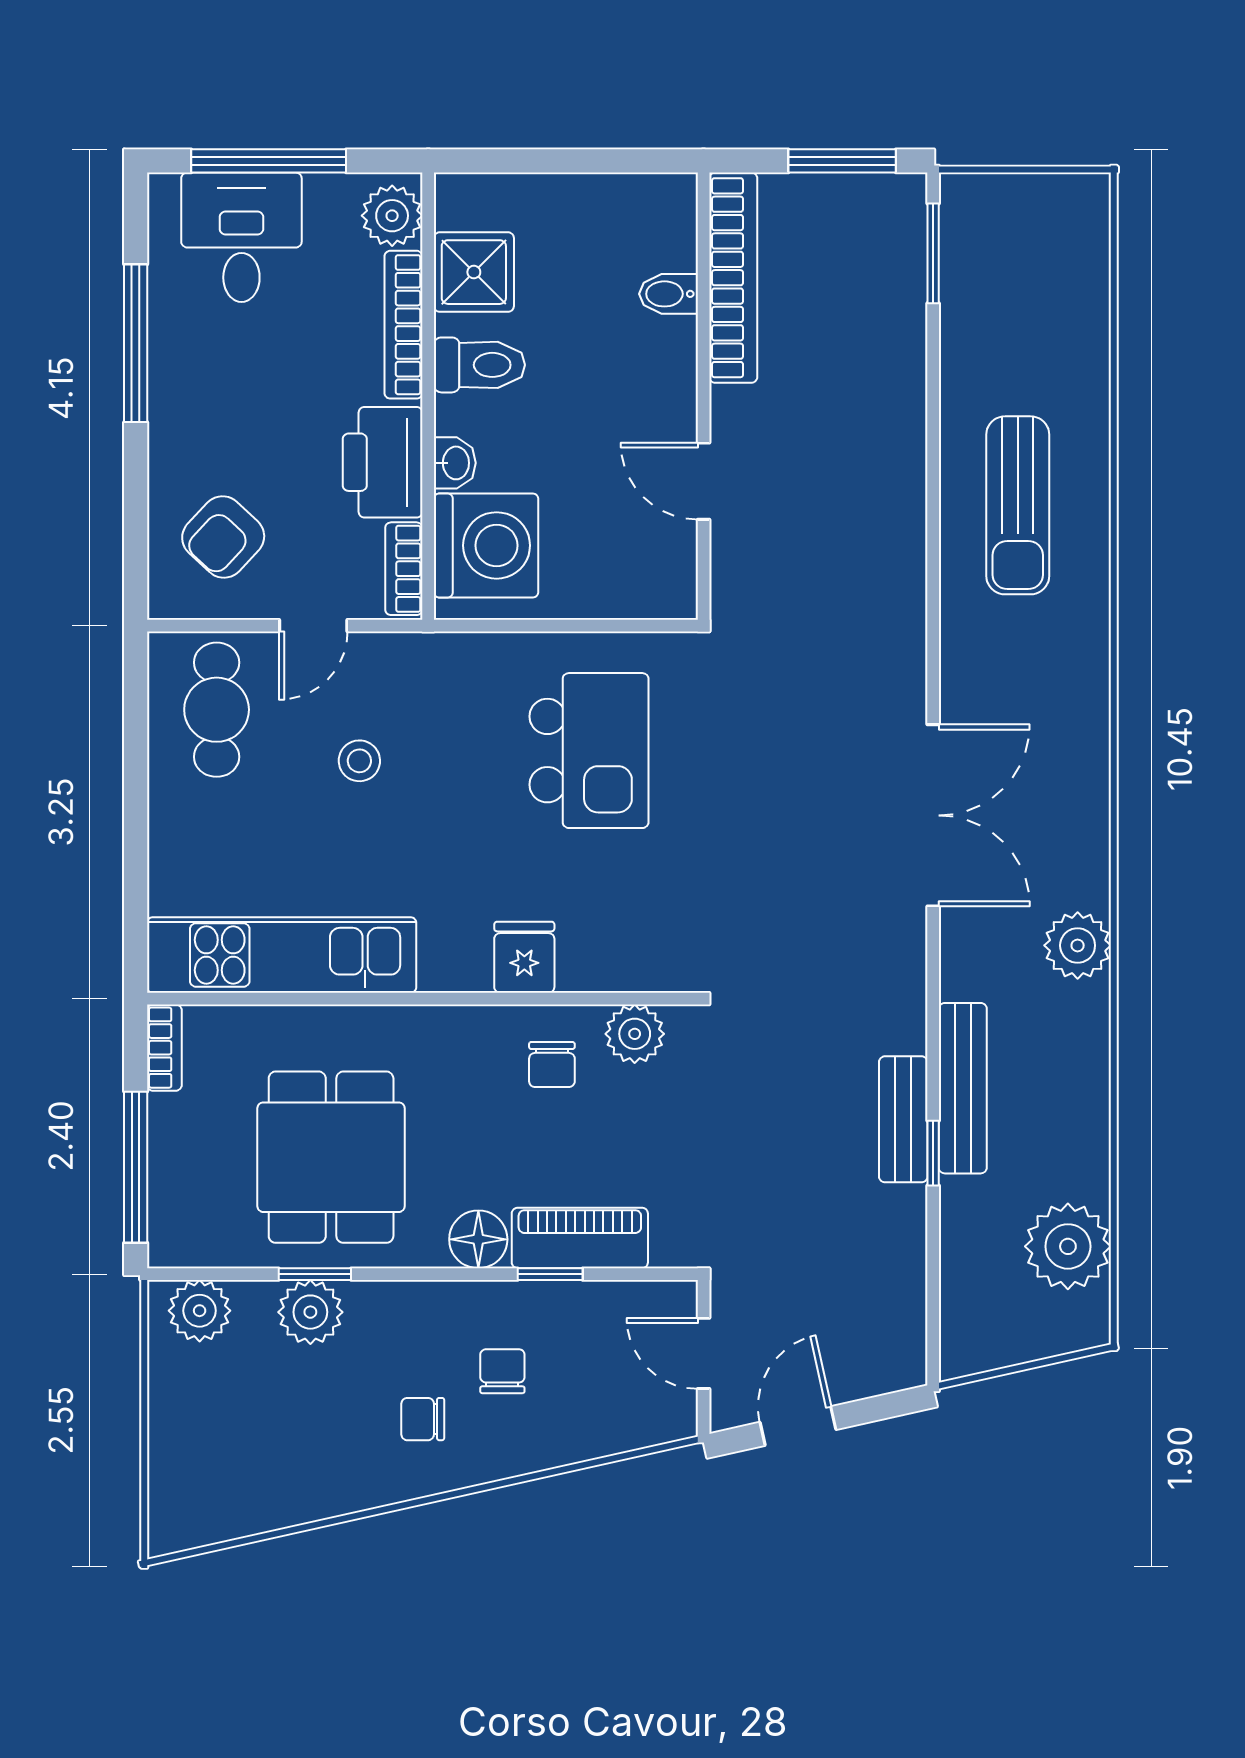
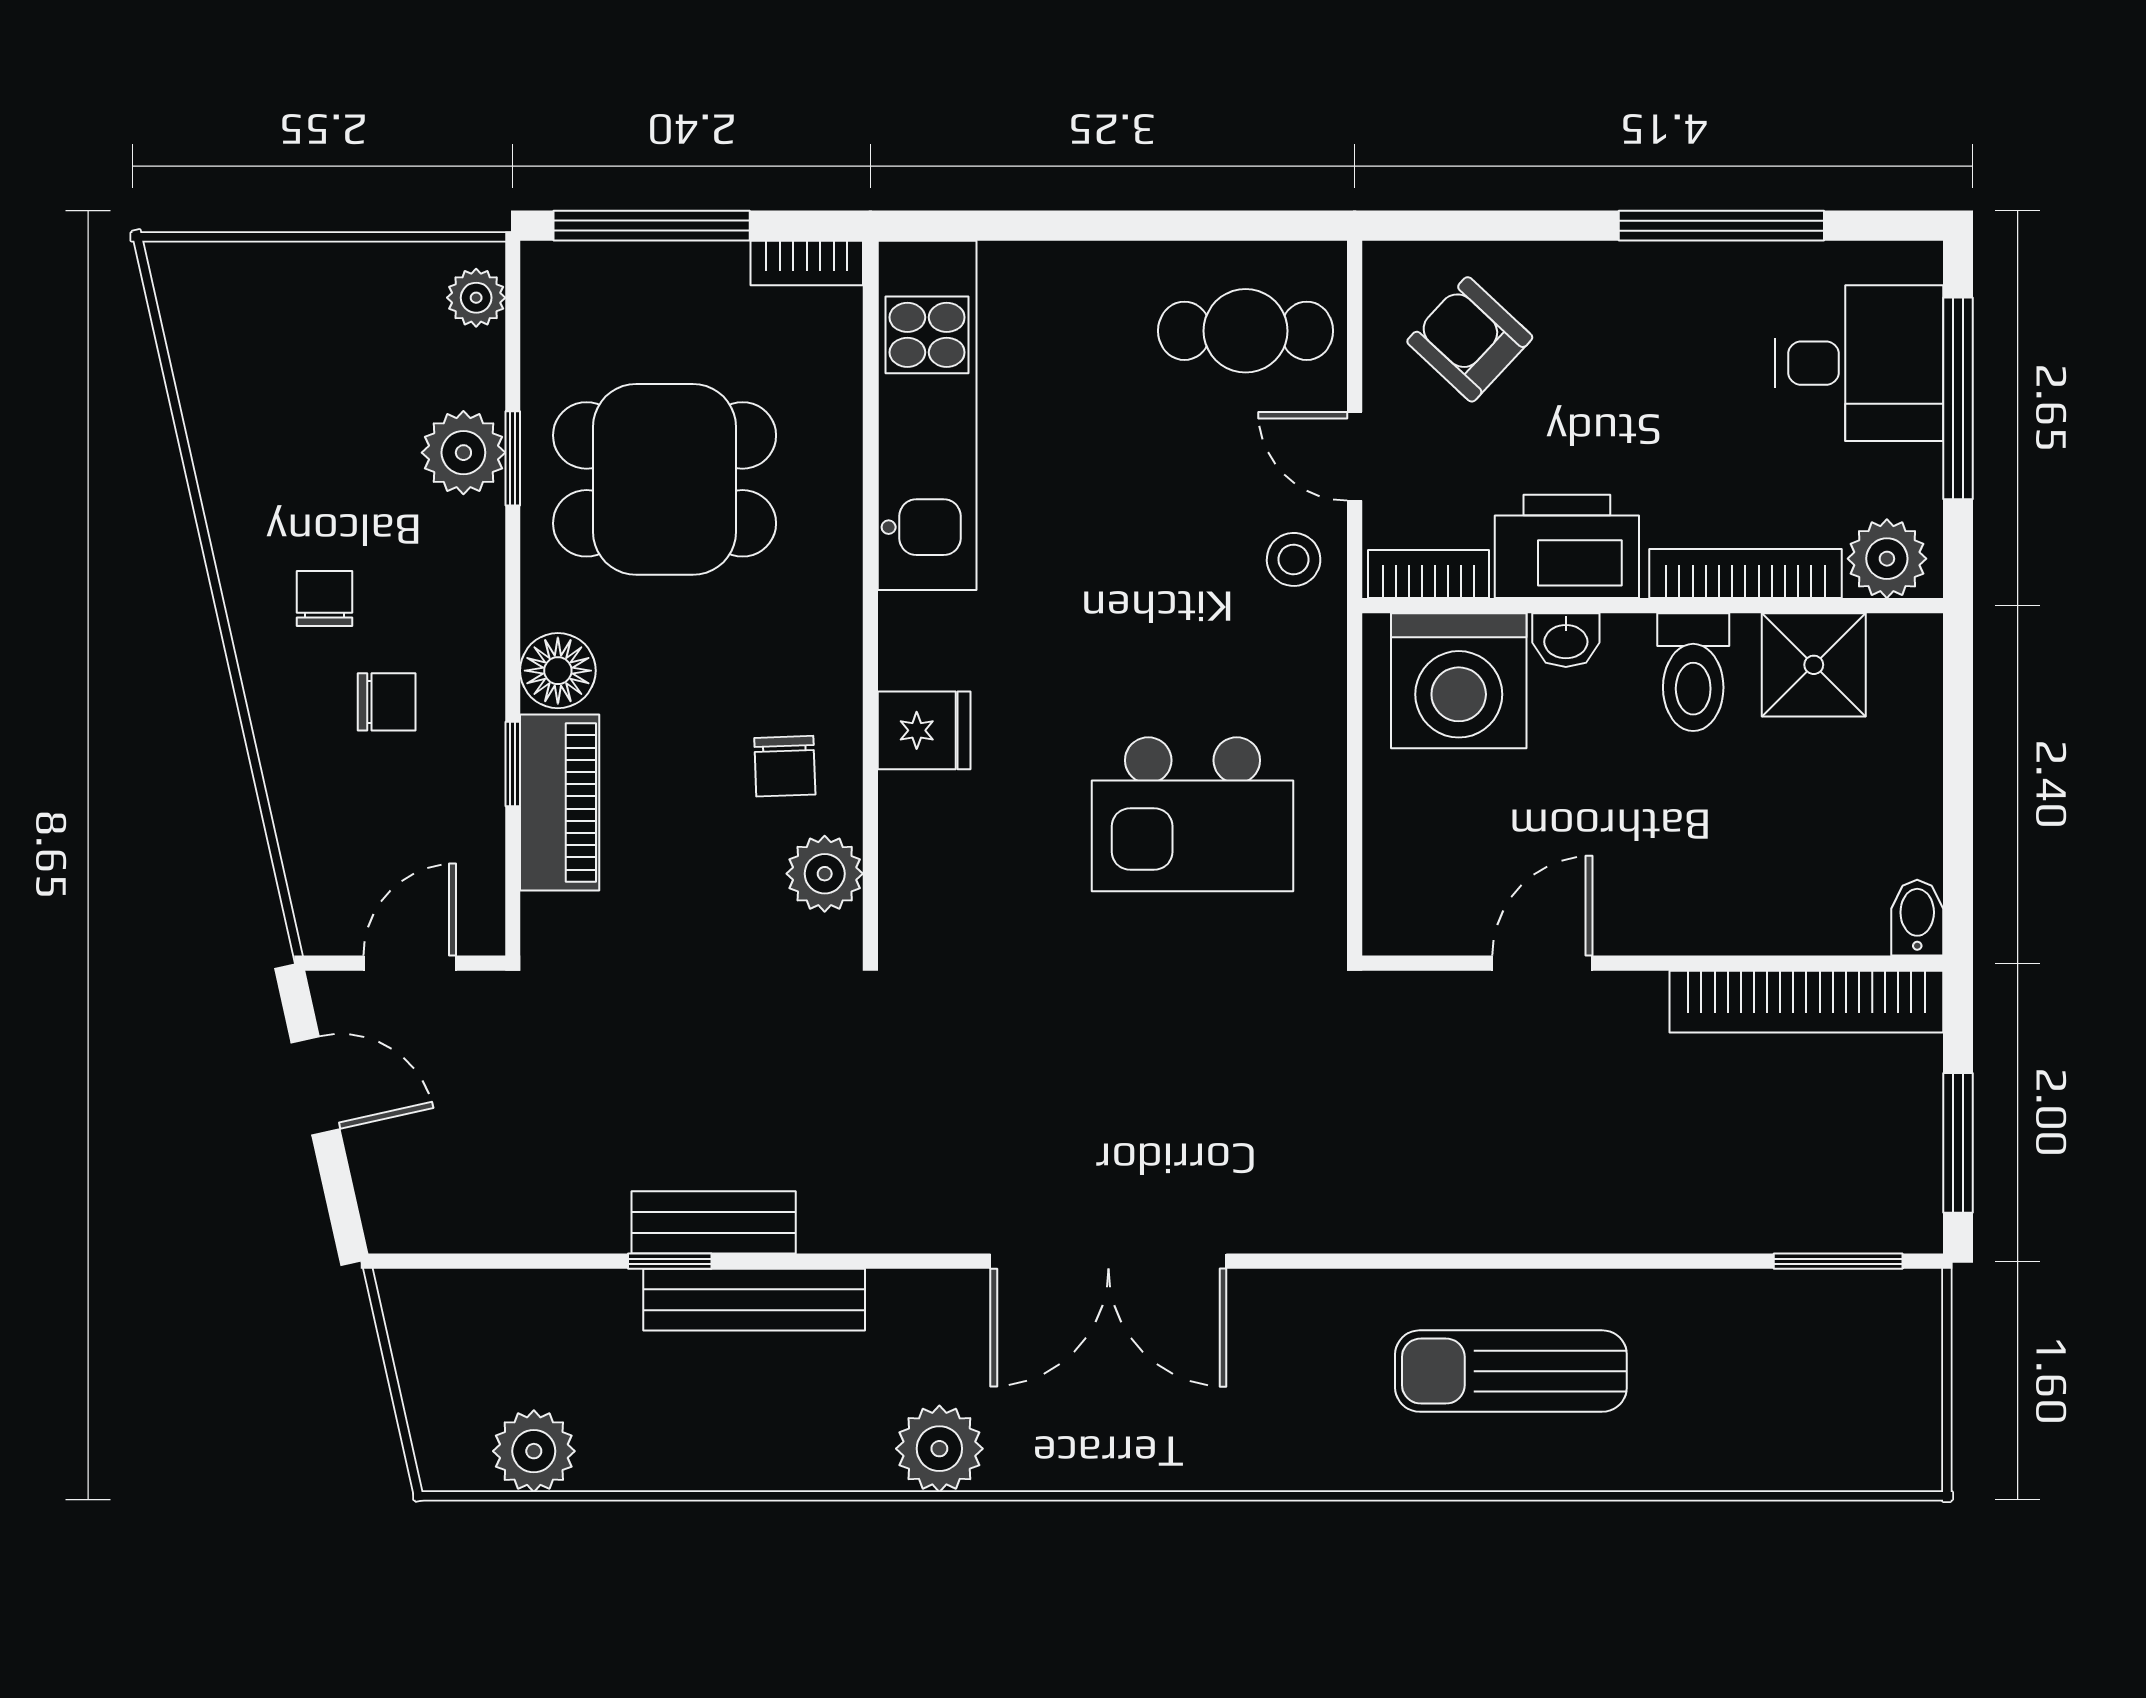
bidet: (669, 294) -> (1917, 918), moved
stool: (359, 761) -> (1294, 559), moved
chair: (552, 1065) -> (785, 766), turned -92
plant: (1068, 1246) -> (534, 1451), width x0.73, depth x0.73
plant: (200, 1311) -> (476, 298), width x0.73, depth x0.73

